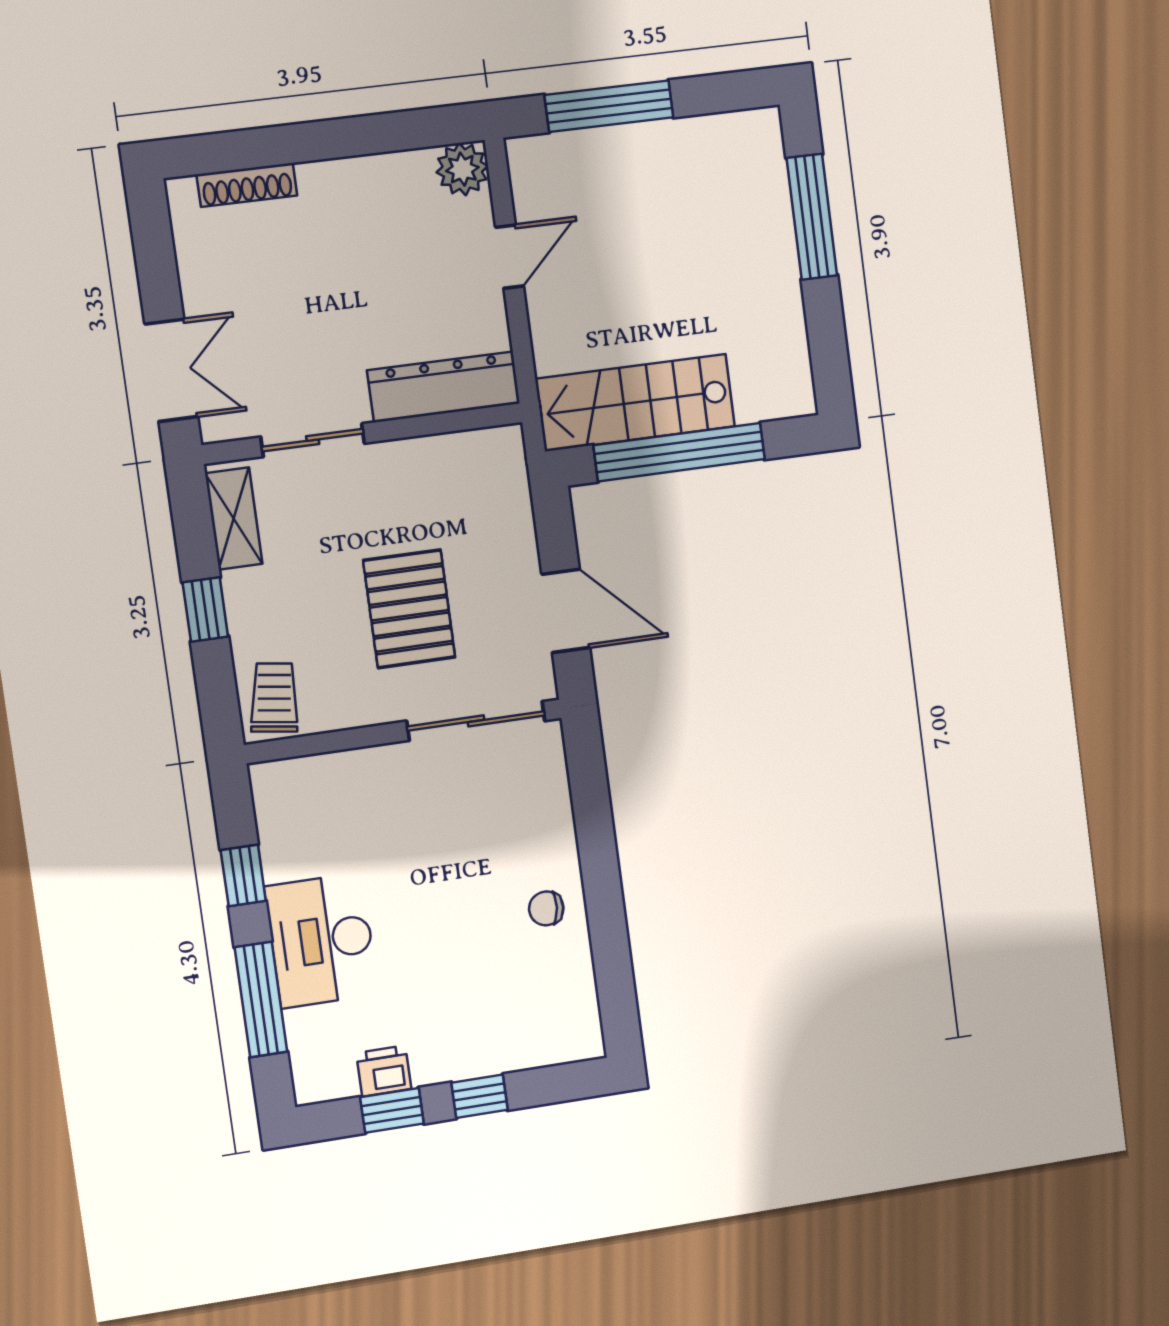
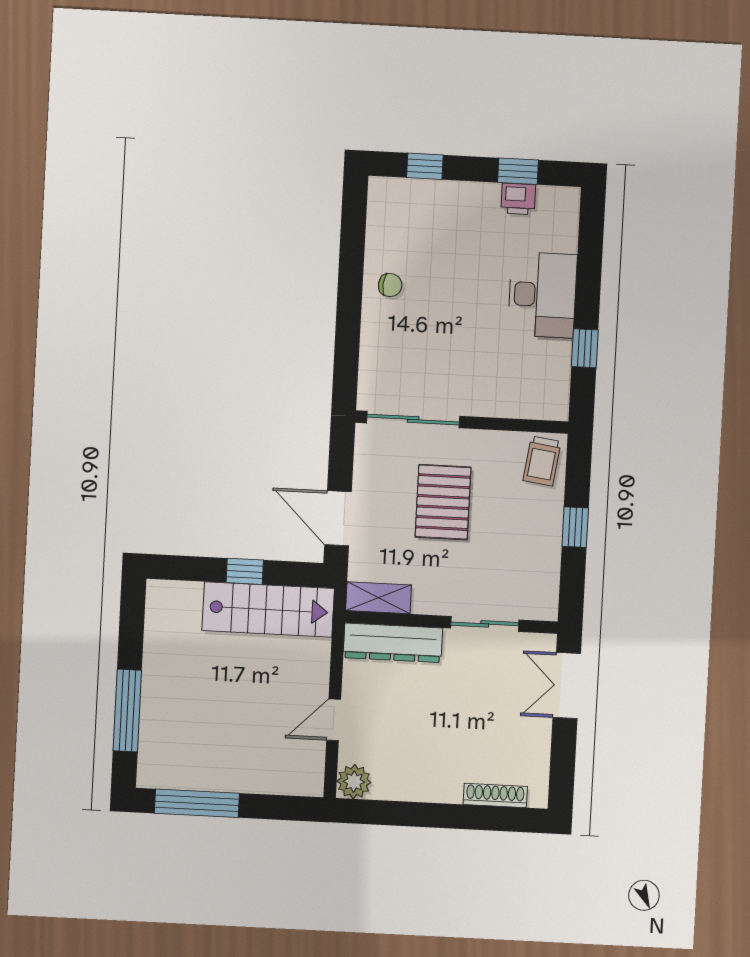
window: (609, 106) -> (197, 803), moved
window: (679, 452) -> (245, 571), width x0.32
shelving: (234, 519) -> (378, 598), moved, turned 90
door: (566, 611) -> (338, 518), moved
window: (261, 1000) -> (589, 264), removed
window: (480, 1096) -> (425, 166), moved

